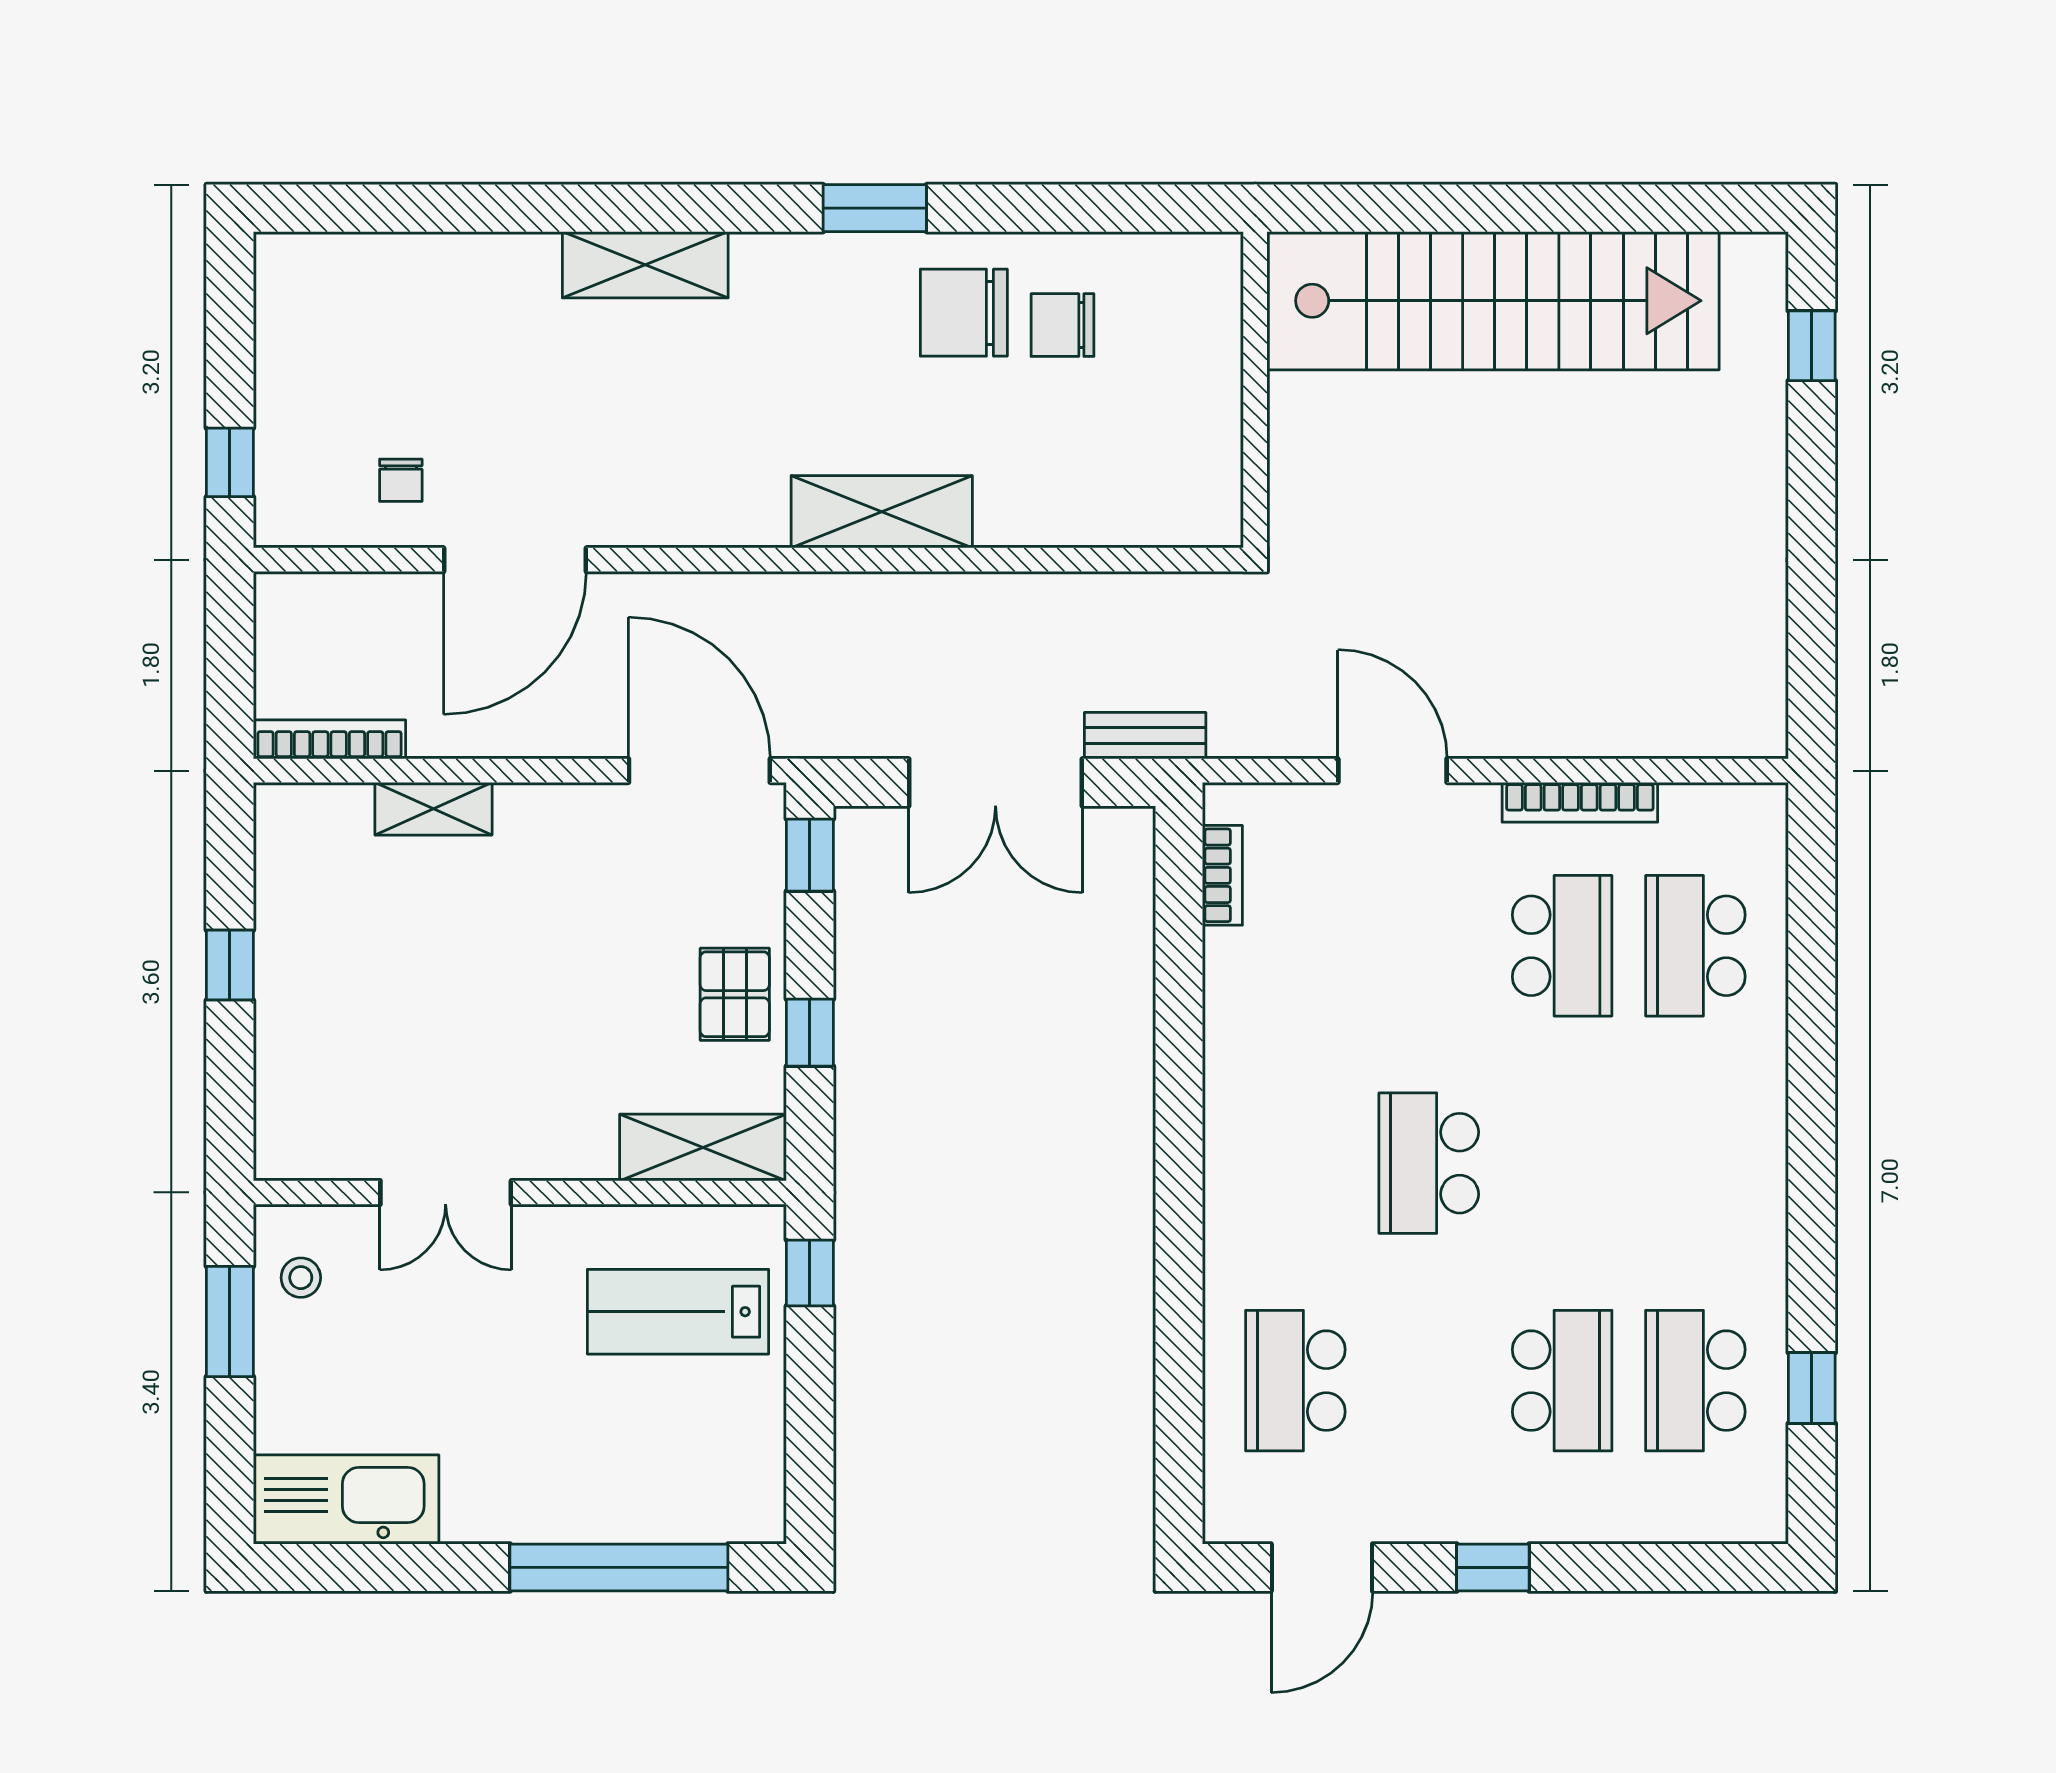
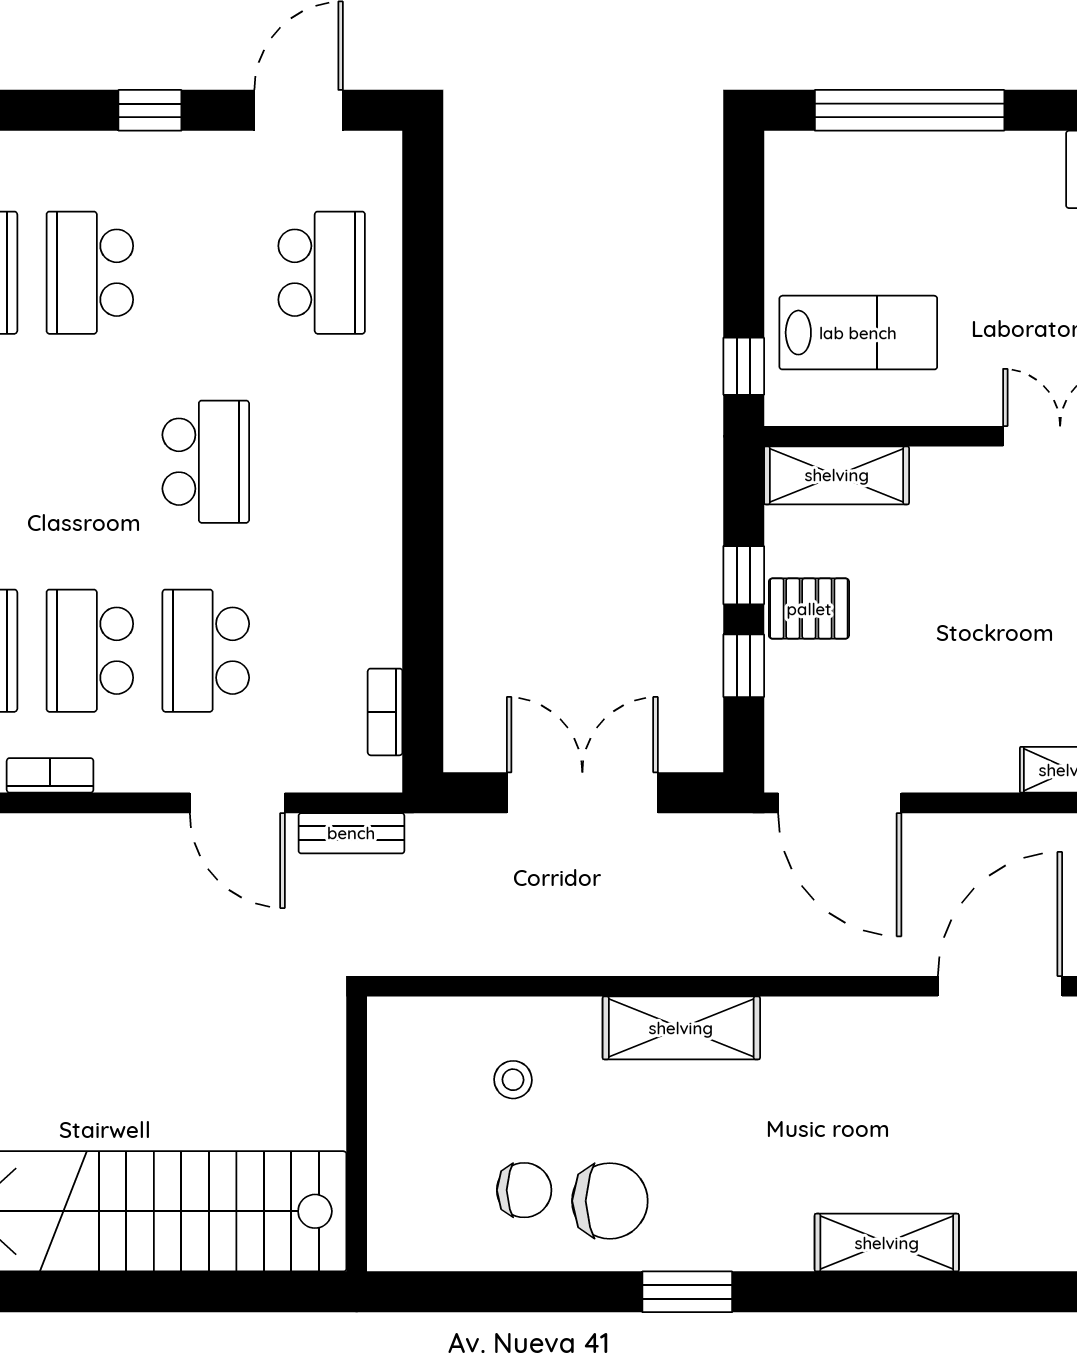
stool: (1075, 452) -> (513, 1080), added
bench: (1145, 736) -> (351, 833), moved
bookcase: (1580, 802) -> (50, 775), width x0.64
window: (810, 855) -> (744, 666), moved
school desk: (1429, 946) -> (206, 651), added
pallet: (735, 994) -> (809, 609), turned 90

